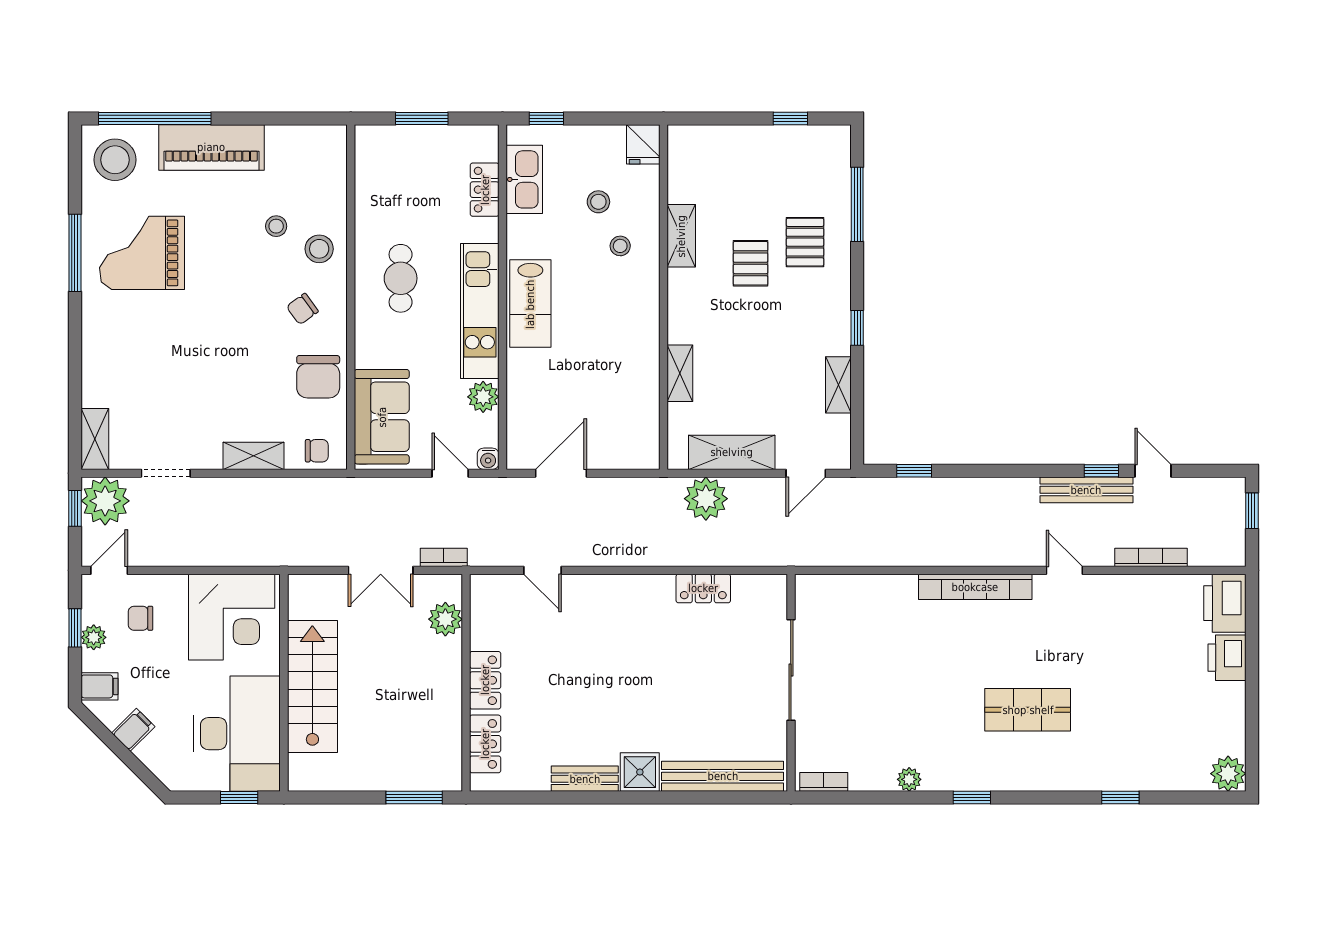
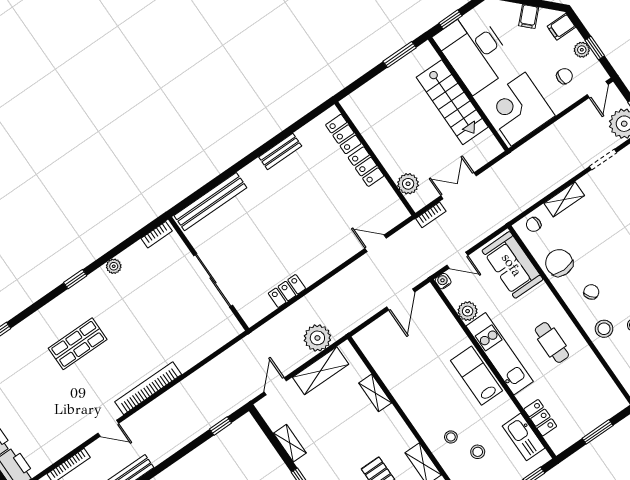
shower: (640, 772) -> (254, 174), removed
window: (414, 798) -> (400, 55), moved

